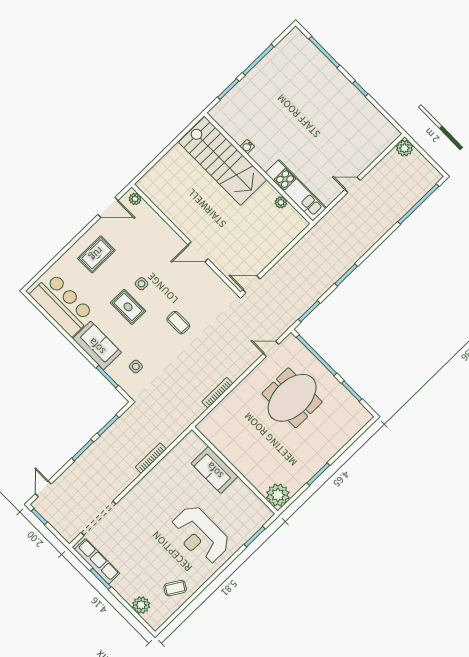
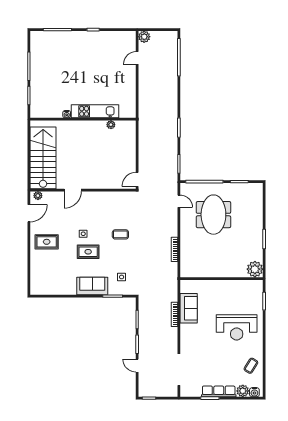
stairs: (223, 161) -> (43, 158), moved, turned -90
door: (352, 185) -> (137, 58), moved
kitchen unit: (296, 190) -> (95, 111), moved
door: (198, 252) -> (73, 190), moved
rug: (96, 254) -> (47, 242), turned 90
bar counter: (62, 304) -> (55, 283), removed
door: (271, 349) -> (179, 201), swing flipped
sofa: (215, 470) -> (189, 308), moved, turned -90
door: (43, 489) -> (137, 366), moved
row of seats: (97, 561) -> (219, 391), moved
water cooler: (151, 618) -> (254, 392), added

